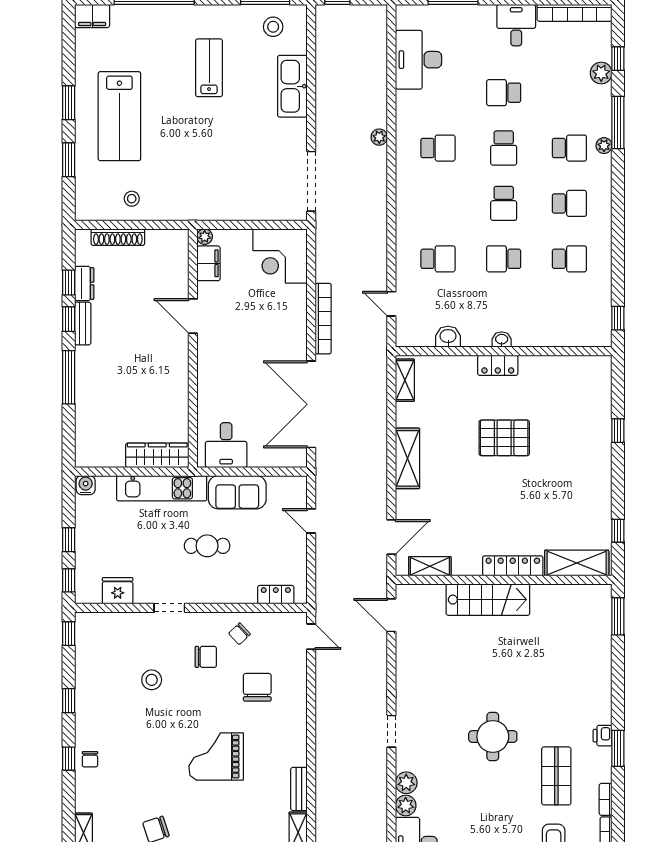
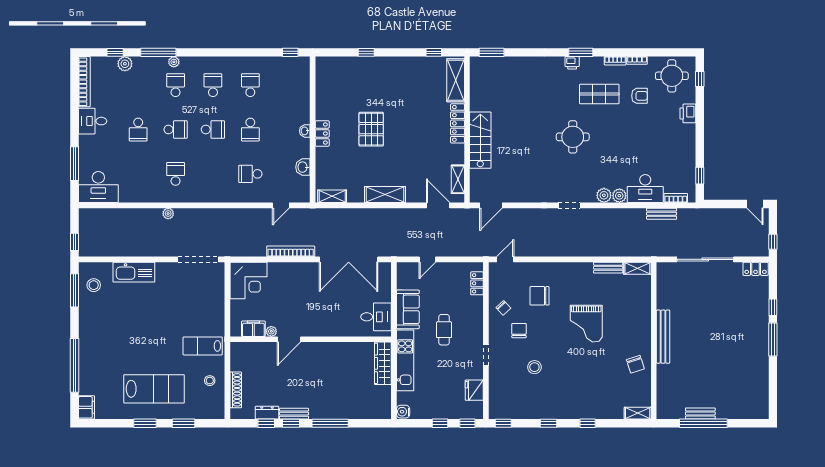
desk: (418, 60) -> (98, 187), moved
lab bench: (209, 68) -> (203, 346), moved
plant: (205, 237) -> (271, 331), moved
school desk: (438, 259) -> (250, 174), turned -90
chair: (90, 759) -> (588, 409), removed

